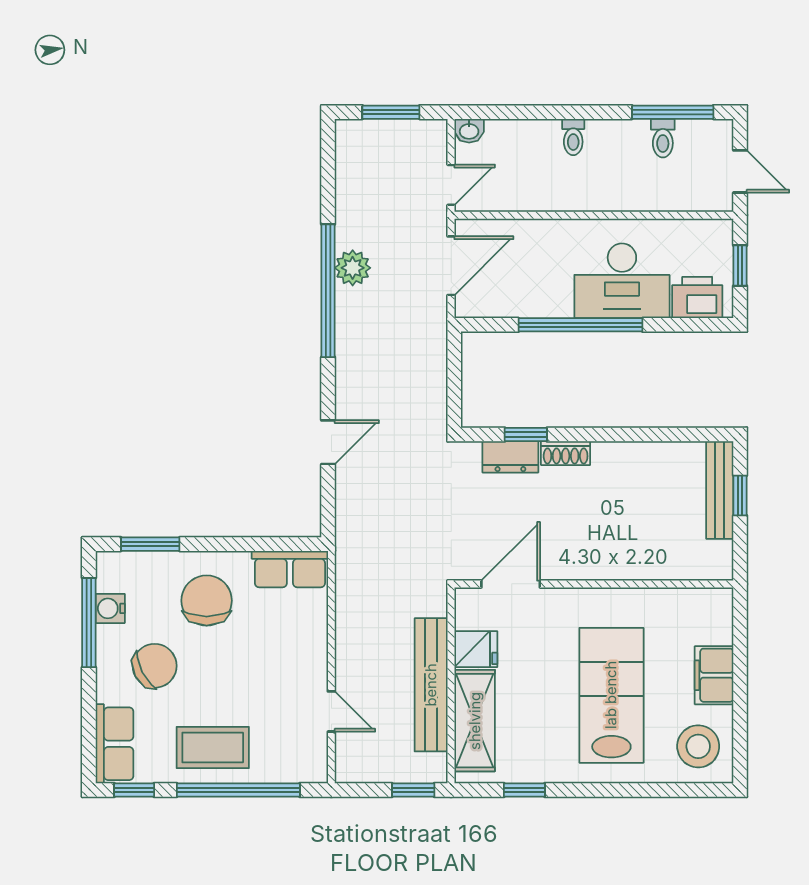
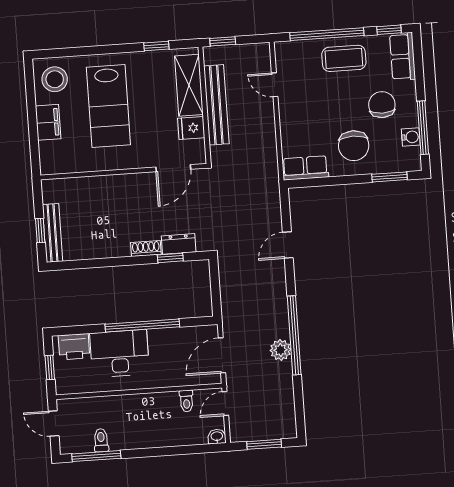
toilet: (573, 137) -> (186, 401), moved, turned 180
chair: (155, 666) -> (382, 105), turned 117

